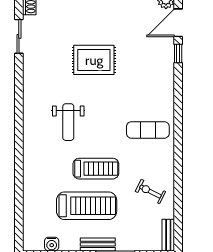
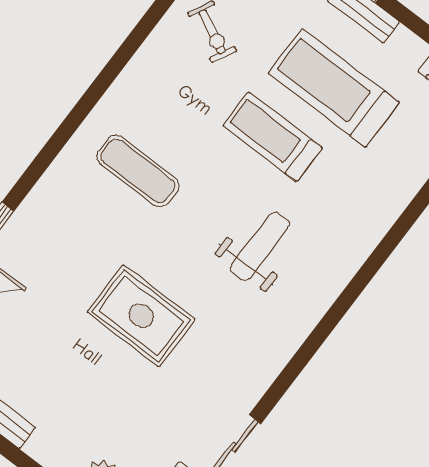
exercise mat: (148, 130) -> (138, 171), moved

